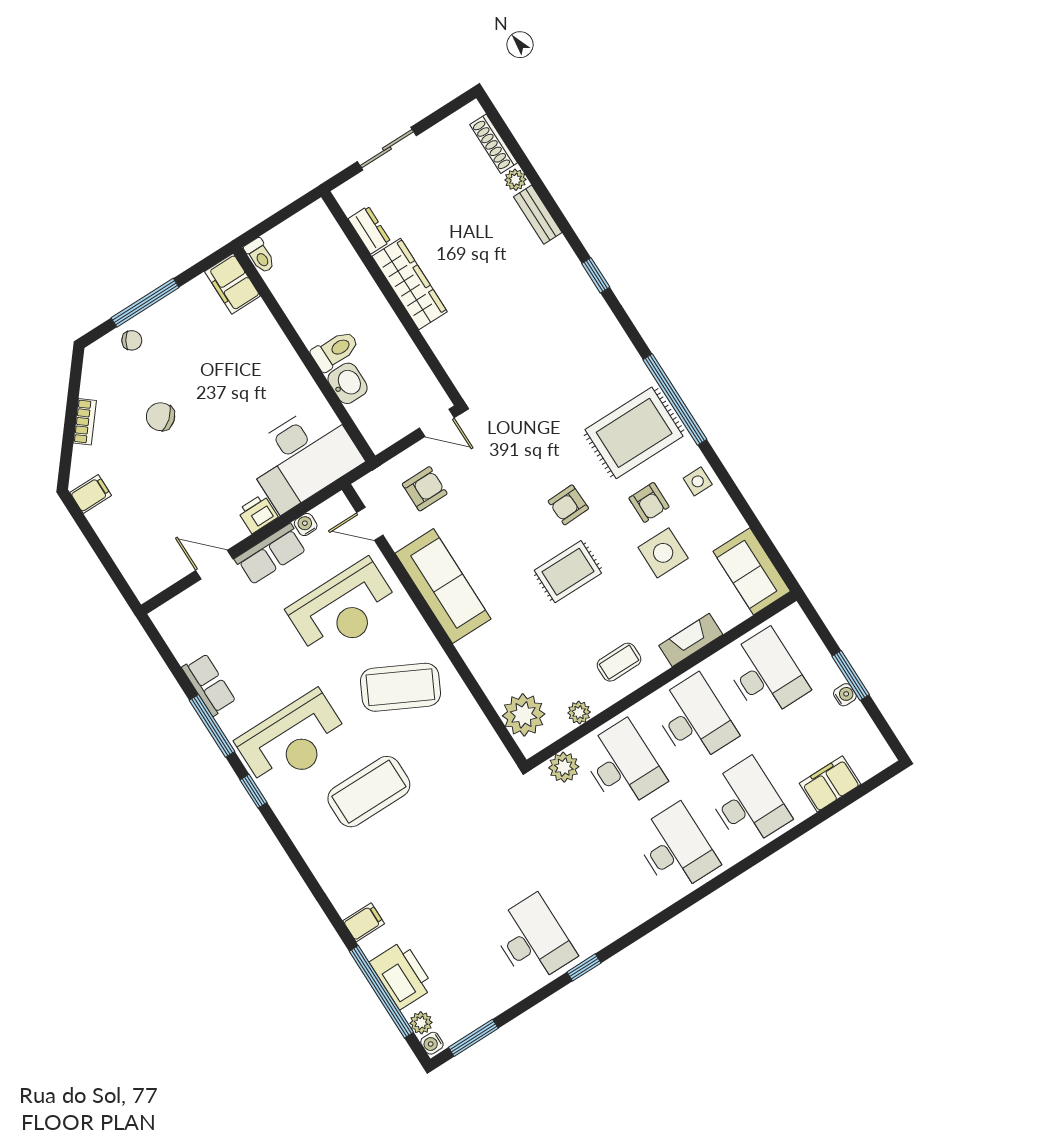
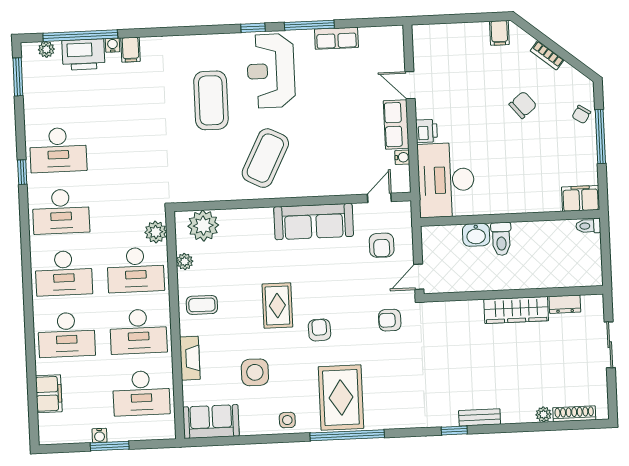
bench: (538, 215) -> (480, 417), moved
armchair: (649, 502) -> (390, 320), moved
door: (214, 565) -> (410, 85), swing flipped
reception desk: (343, 609) -> (335, 150), removed
coffee table: (619, 662) -> (202, 305), turned 90
desk: (604, 894) -> (61, 212), added
water cooler: (432, 1043) -> (113, 45), moved

